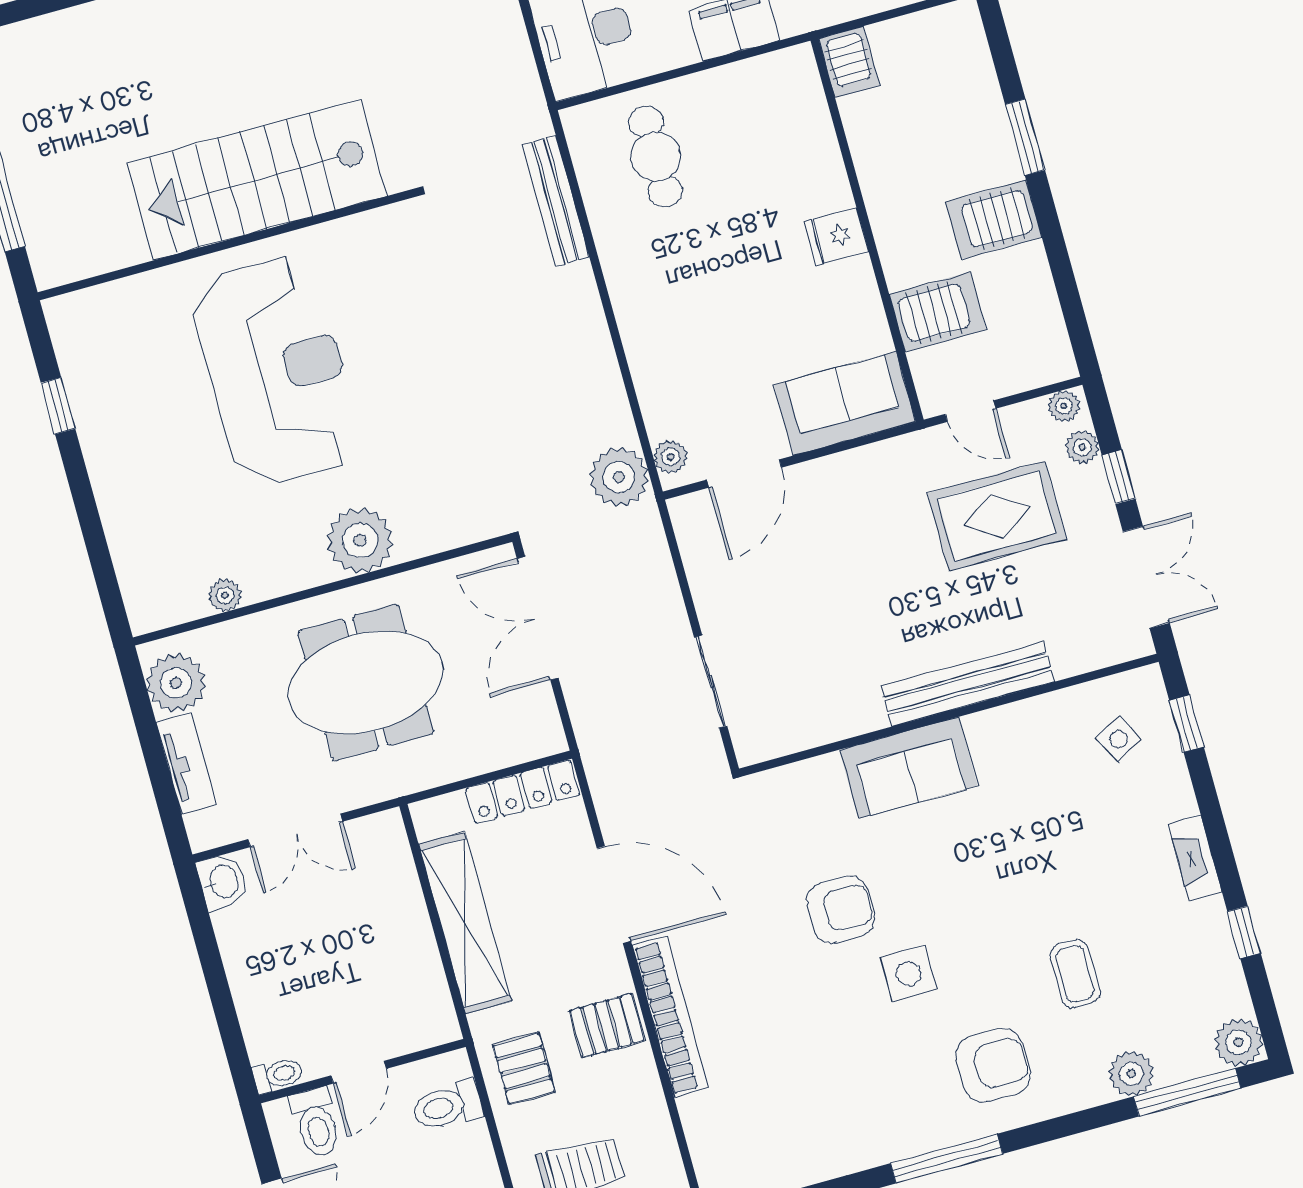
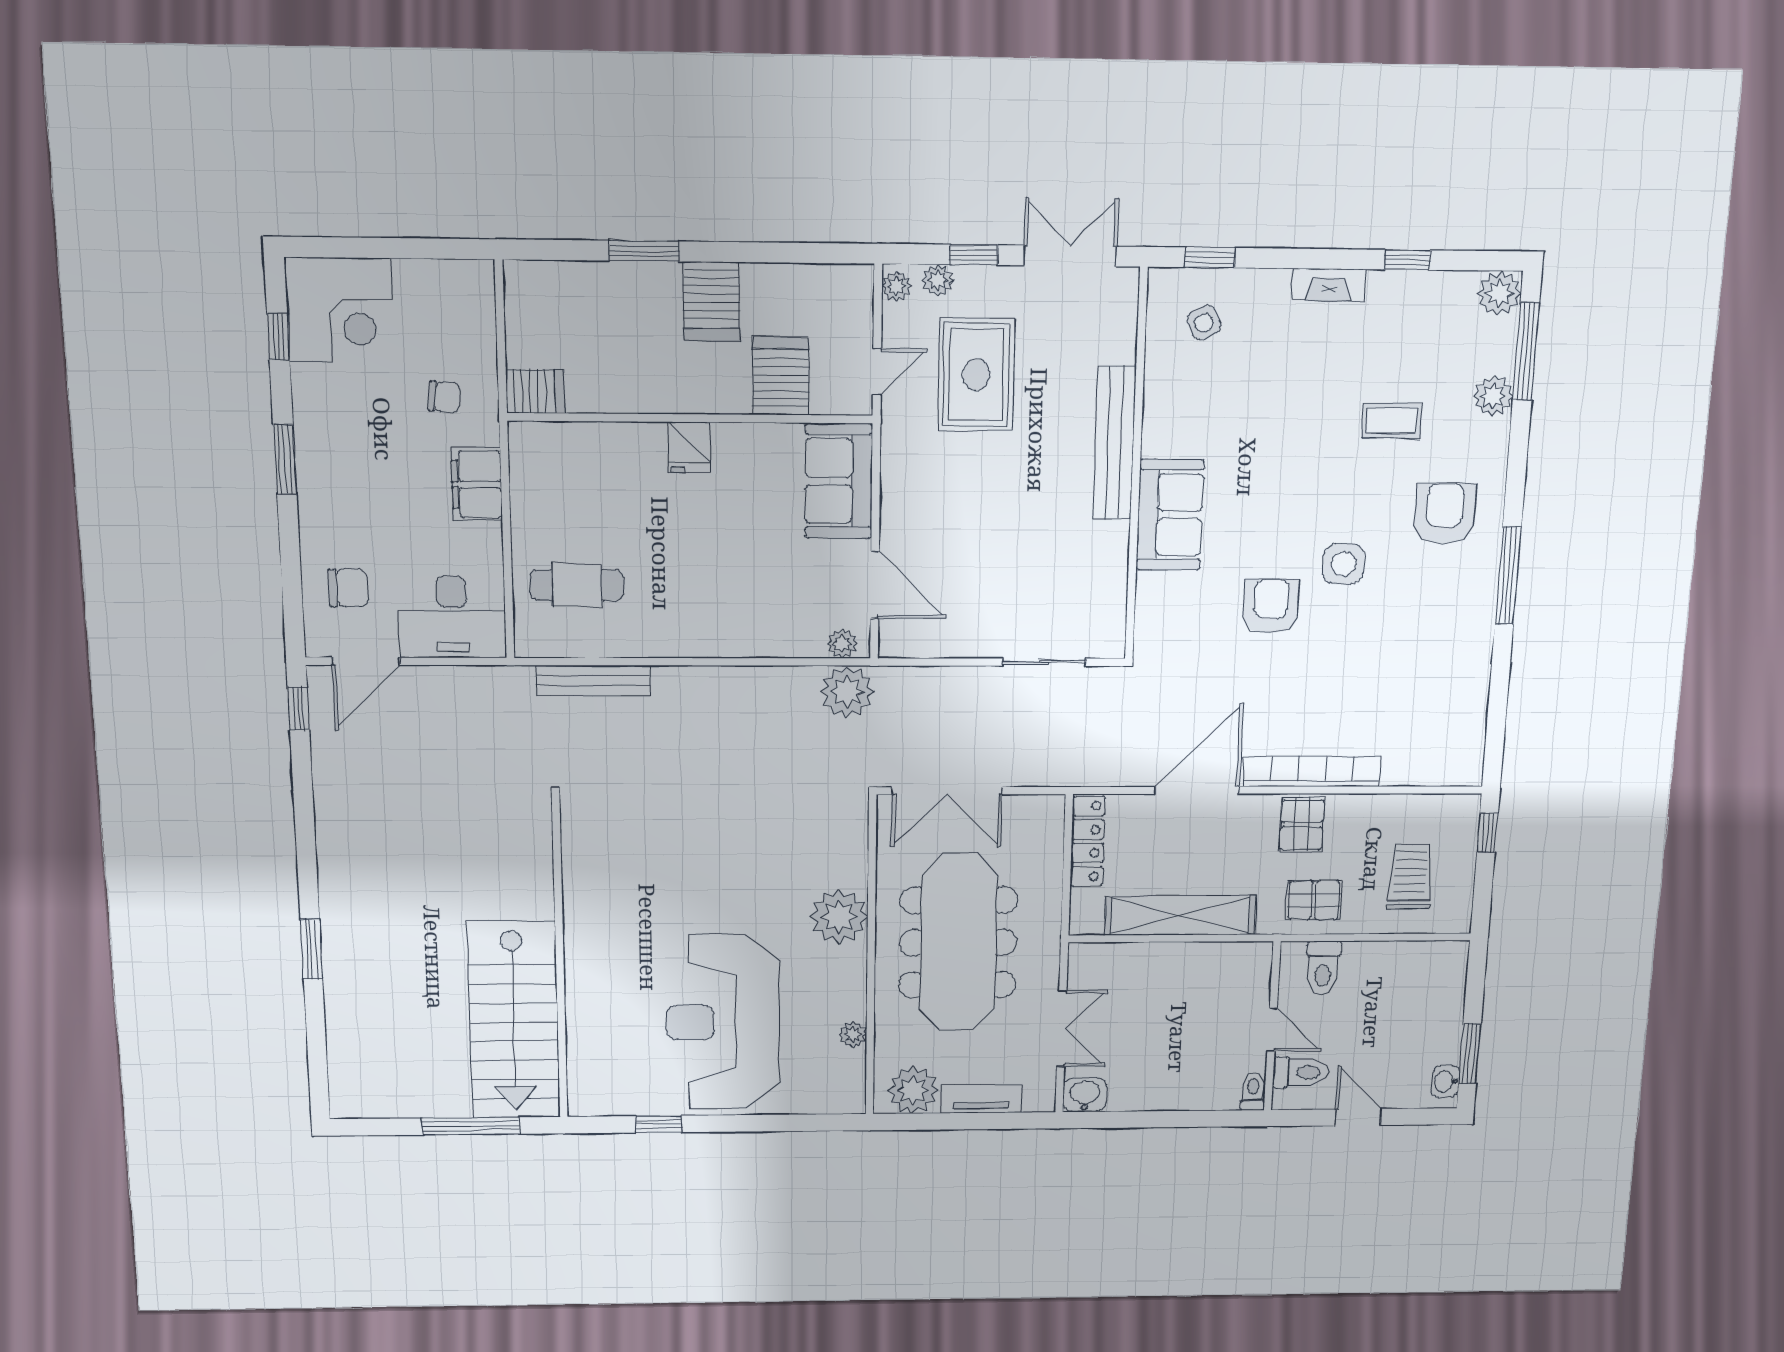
stairs: (257, 180) -> (514, 1020), moved
reception desk: (276, 371) -> (723, 1022), moved, turned -90
meeting table: (366, 682) -> (958, 943), width x1.36

